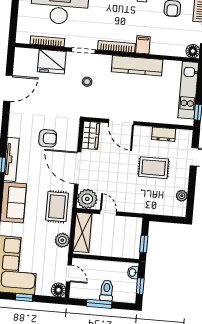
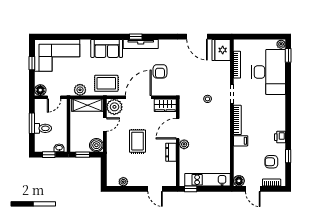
fridge: (52, 62) -> (221, 50), moved
kitchen counter: (137, 66) -> (224, 138), removed
plant: (141, 116) -> (184, 144), added
dresser: (164, 134) -> (171, 152), moved
rug: (154, 168) -> (138, 141), moved
boiler: (133, 225) -> (96, 145), added

